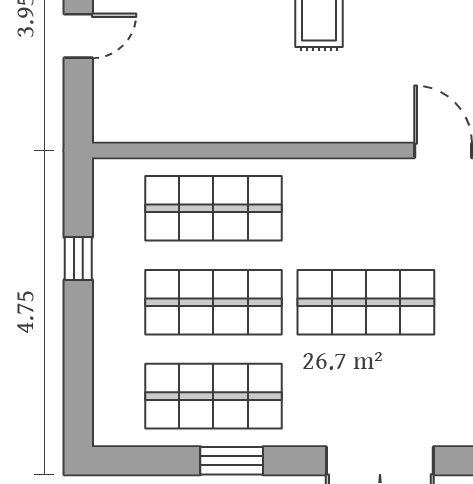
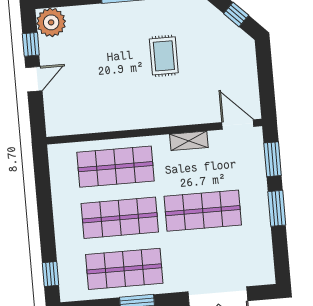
shelving: (351, 173) -> (189, 141), added
window: (78, 259) -> (51, 274), moved

